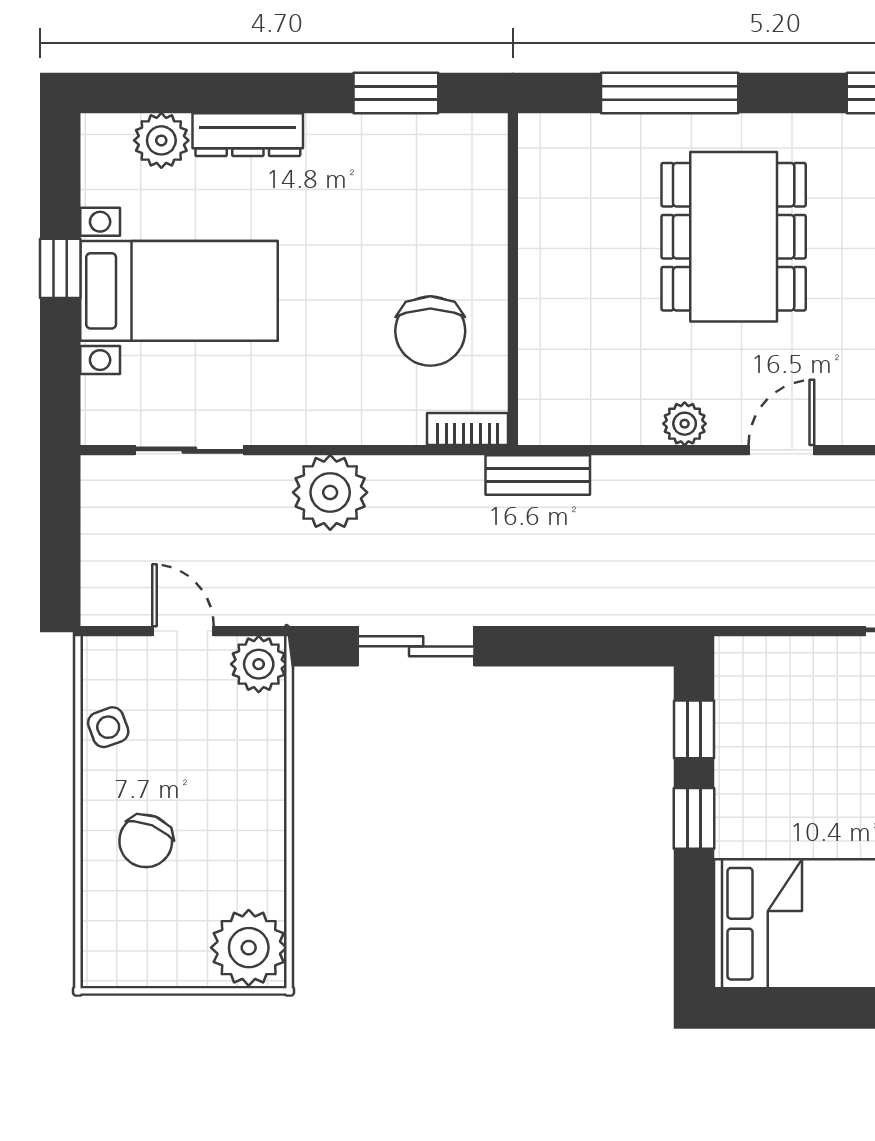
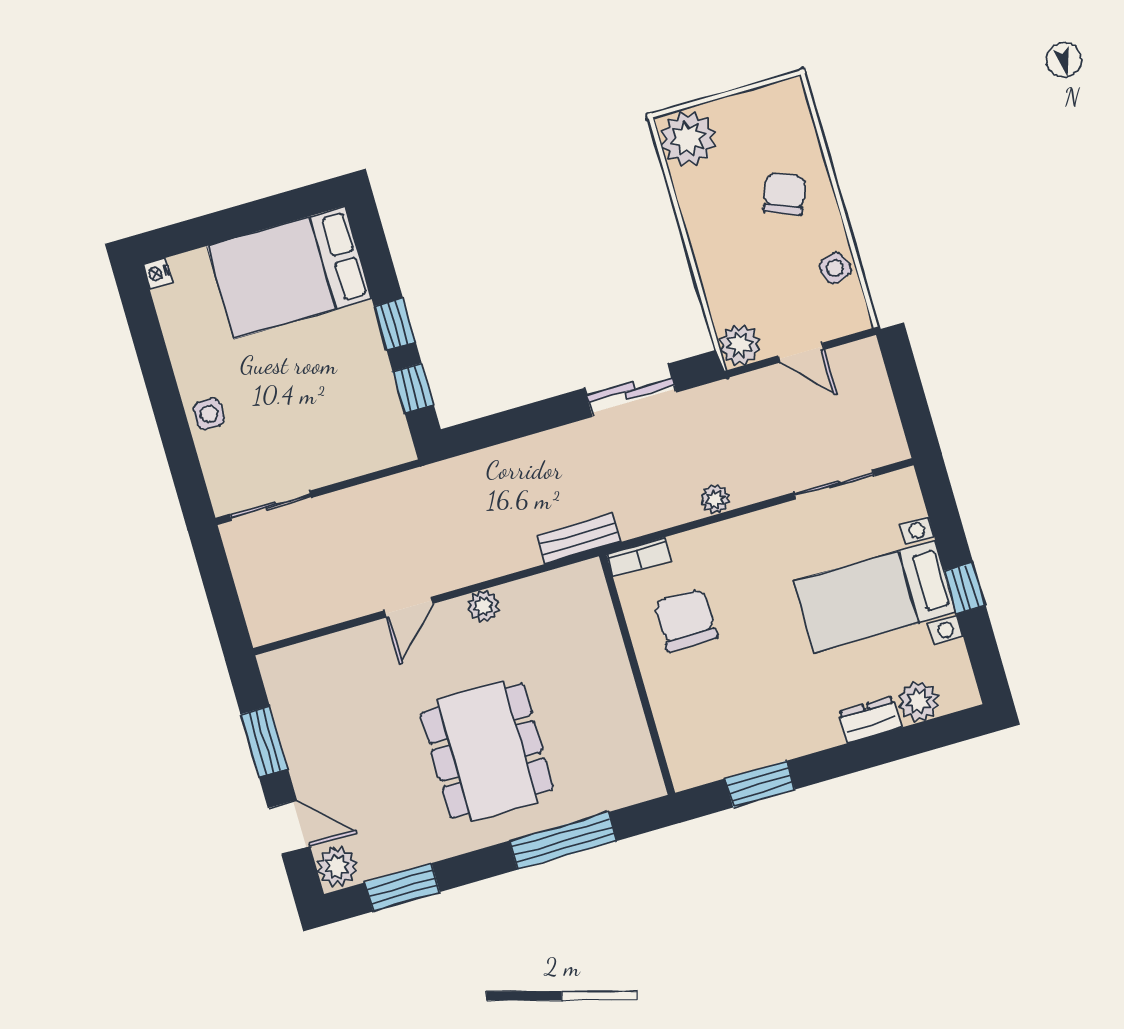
dresser: (248, 135) -> (870, 720), width x0.70
plant: (330, 492) -> (715, 499), width x0.53, depth x0.53

